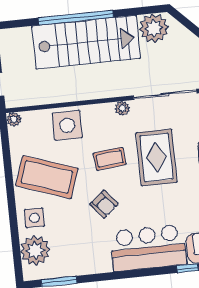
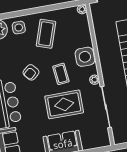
side table: (67, 125) -> (85, 57), moved
coffee table: (47, 177) -> (46, 34), width x0.73, depth x0.76

